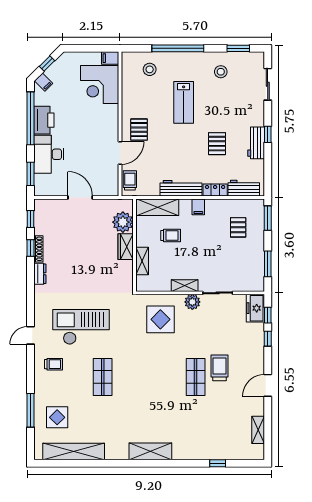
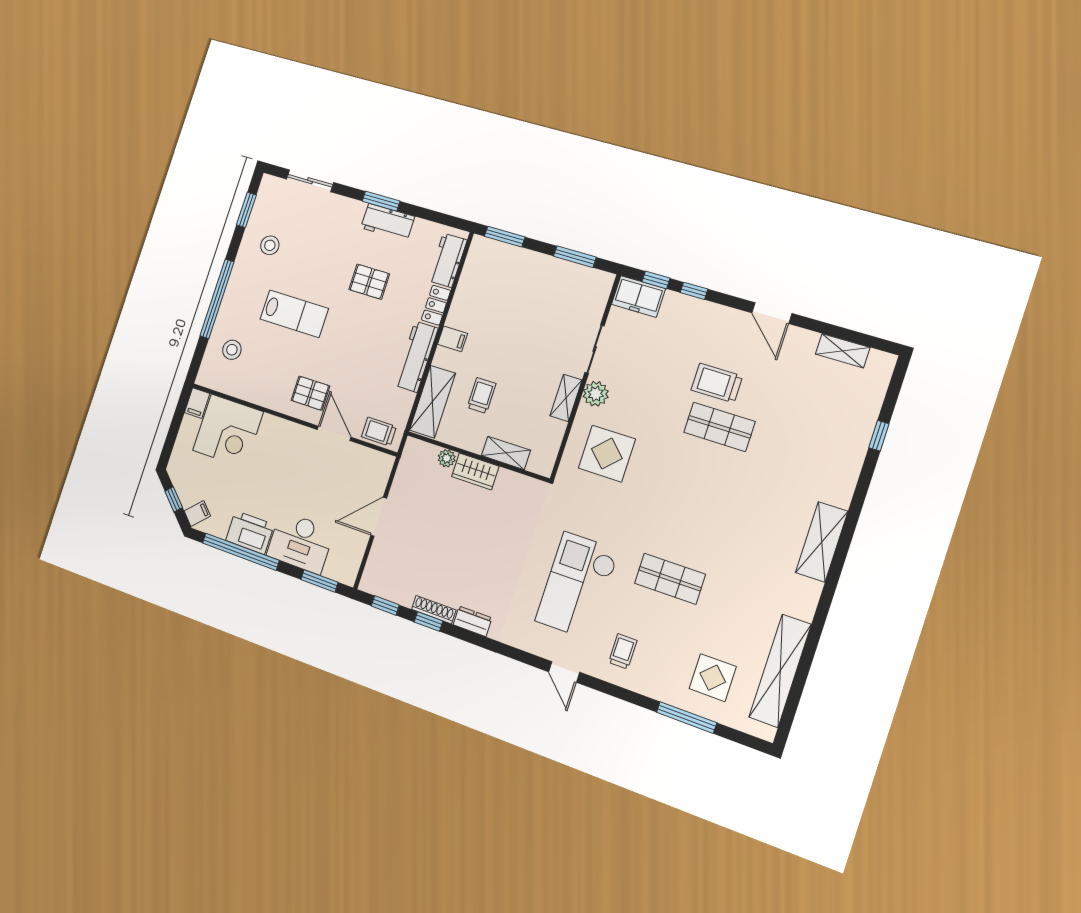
window: (268, 134) -> (381, 201), width x1.50
plant: (123, 222) -> (447, 458), width x0.53, depth x0.53
pallet: (238, 227) -> (504, 286), removed

